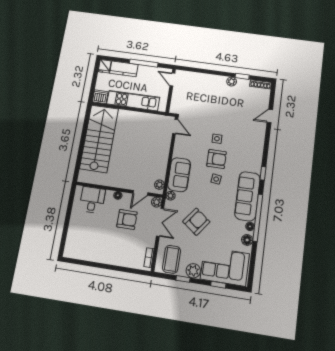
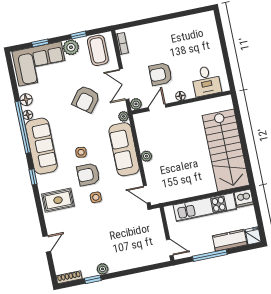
rug: (249, 147) -> (58, 200), added
sofa: (179, 175) -> (124, 149), width x1.36
plant: (159, 185) -> (146, 156), moved

